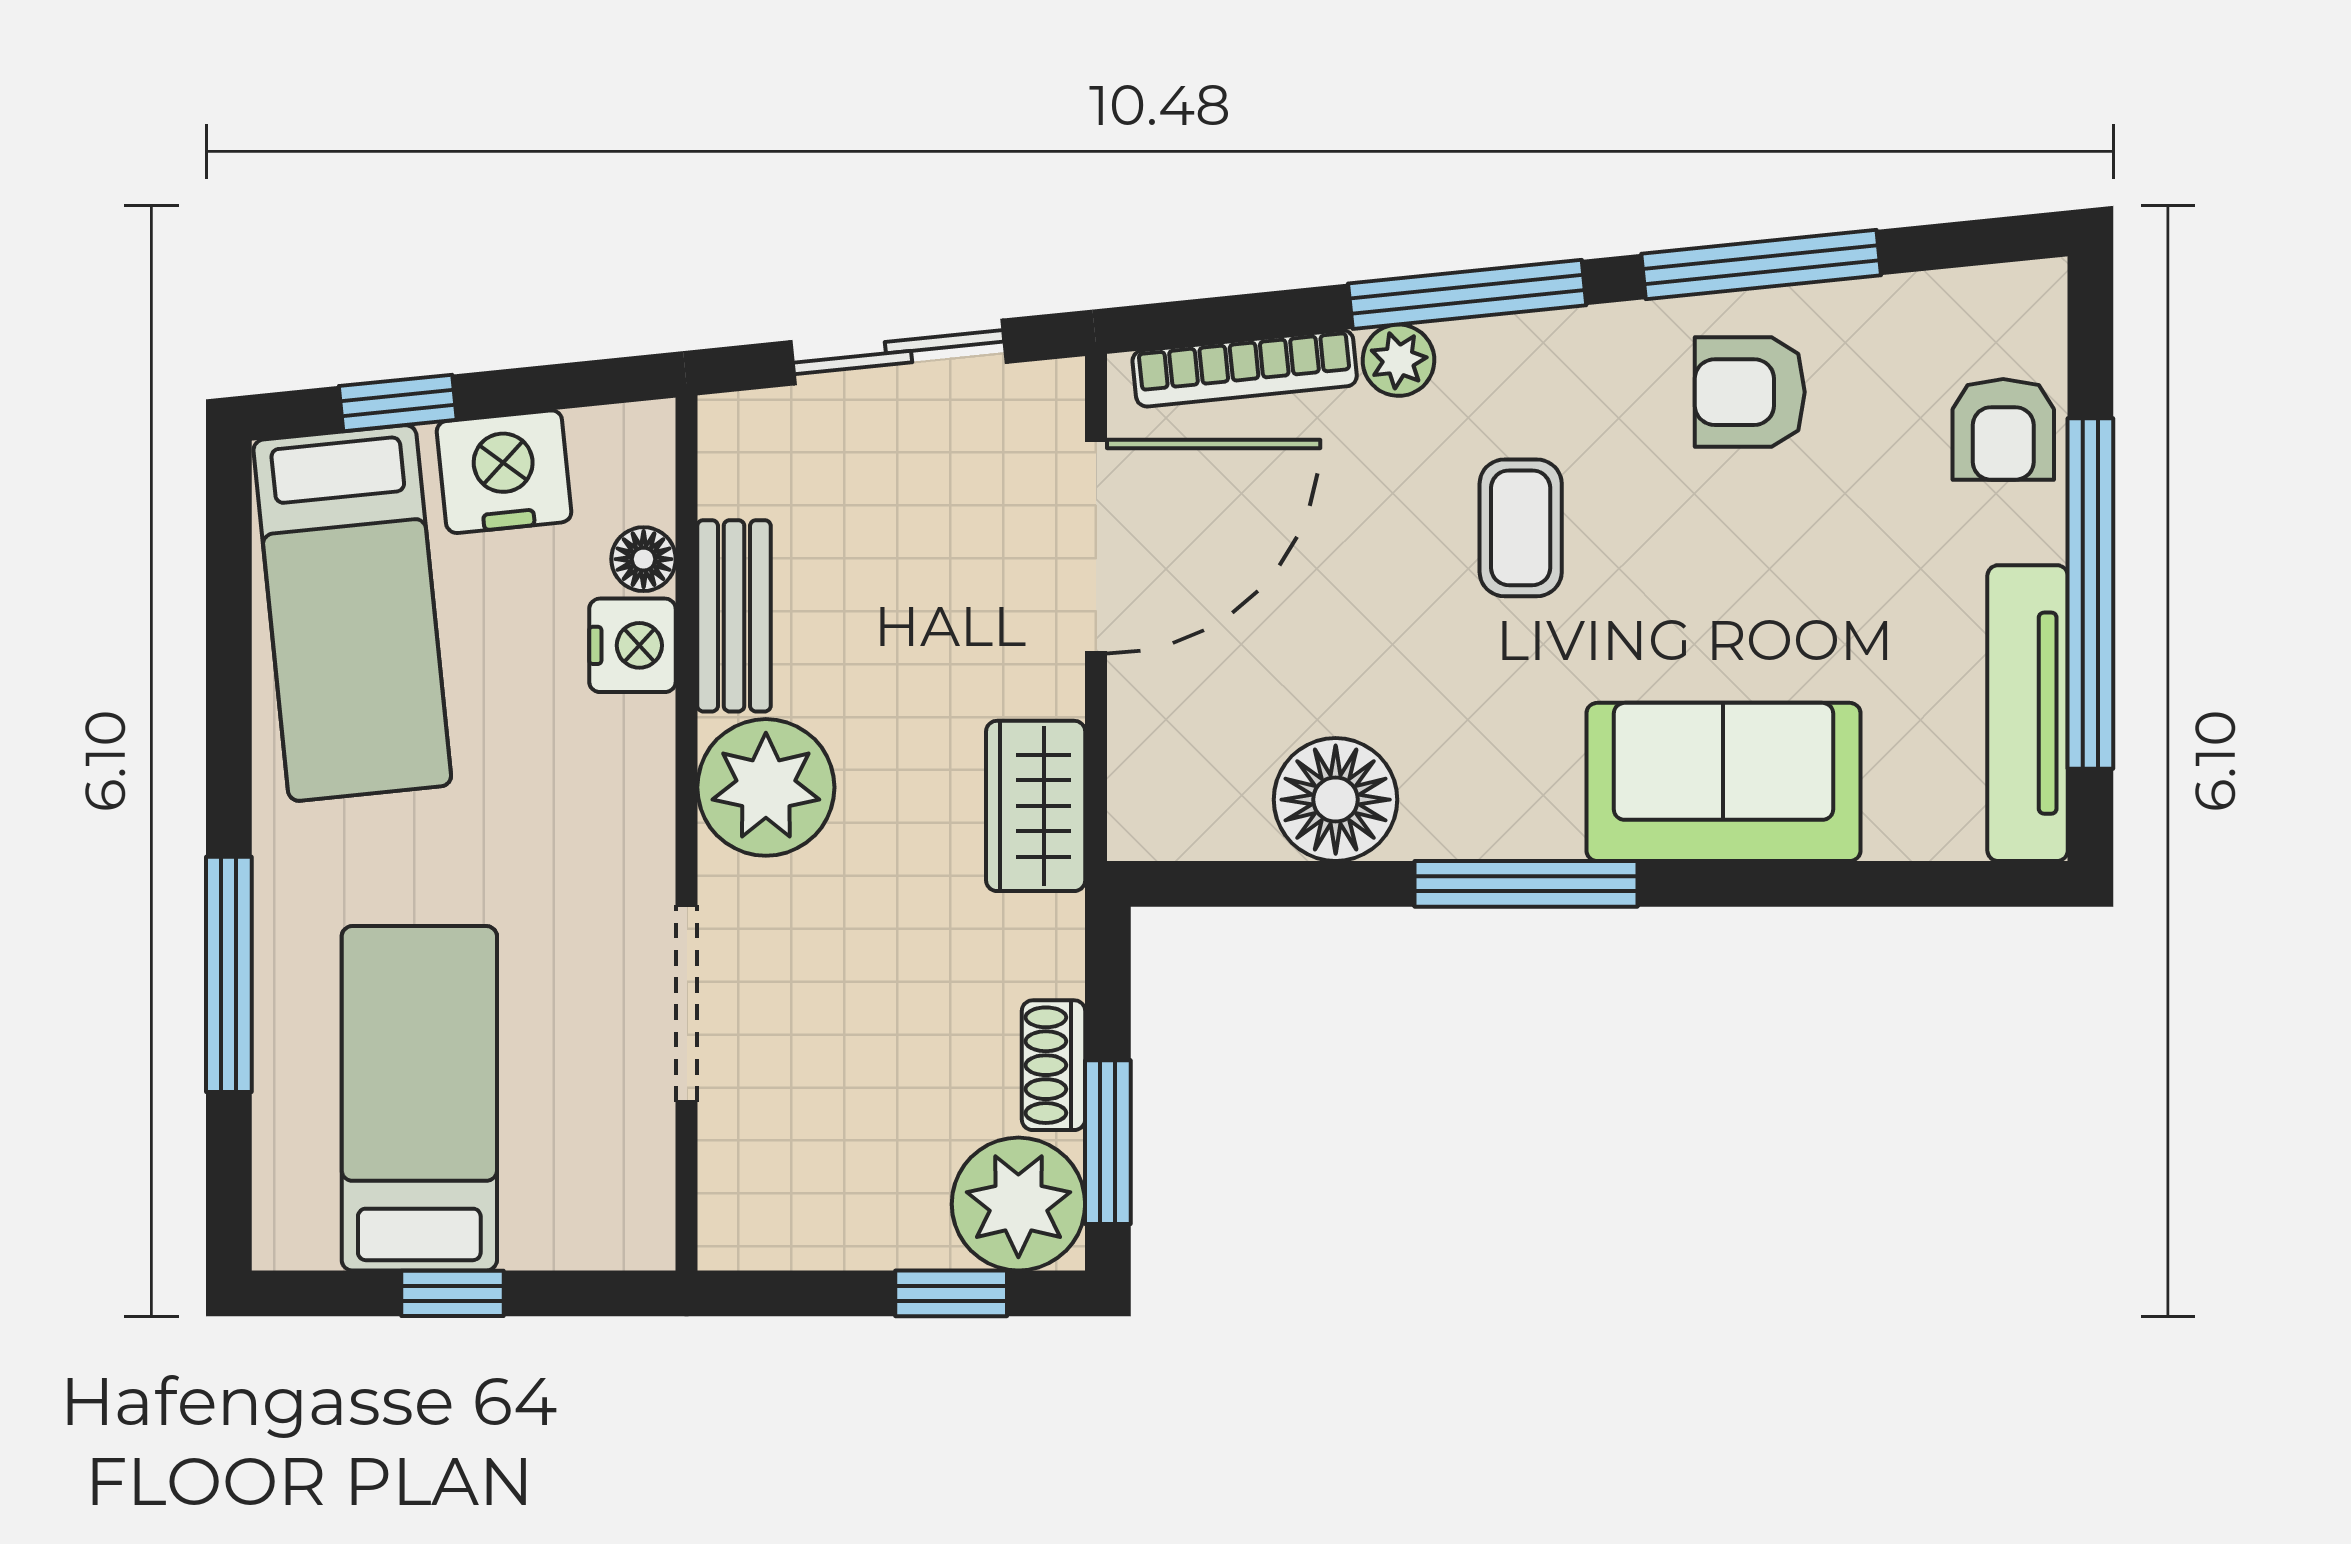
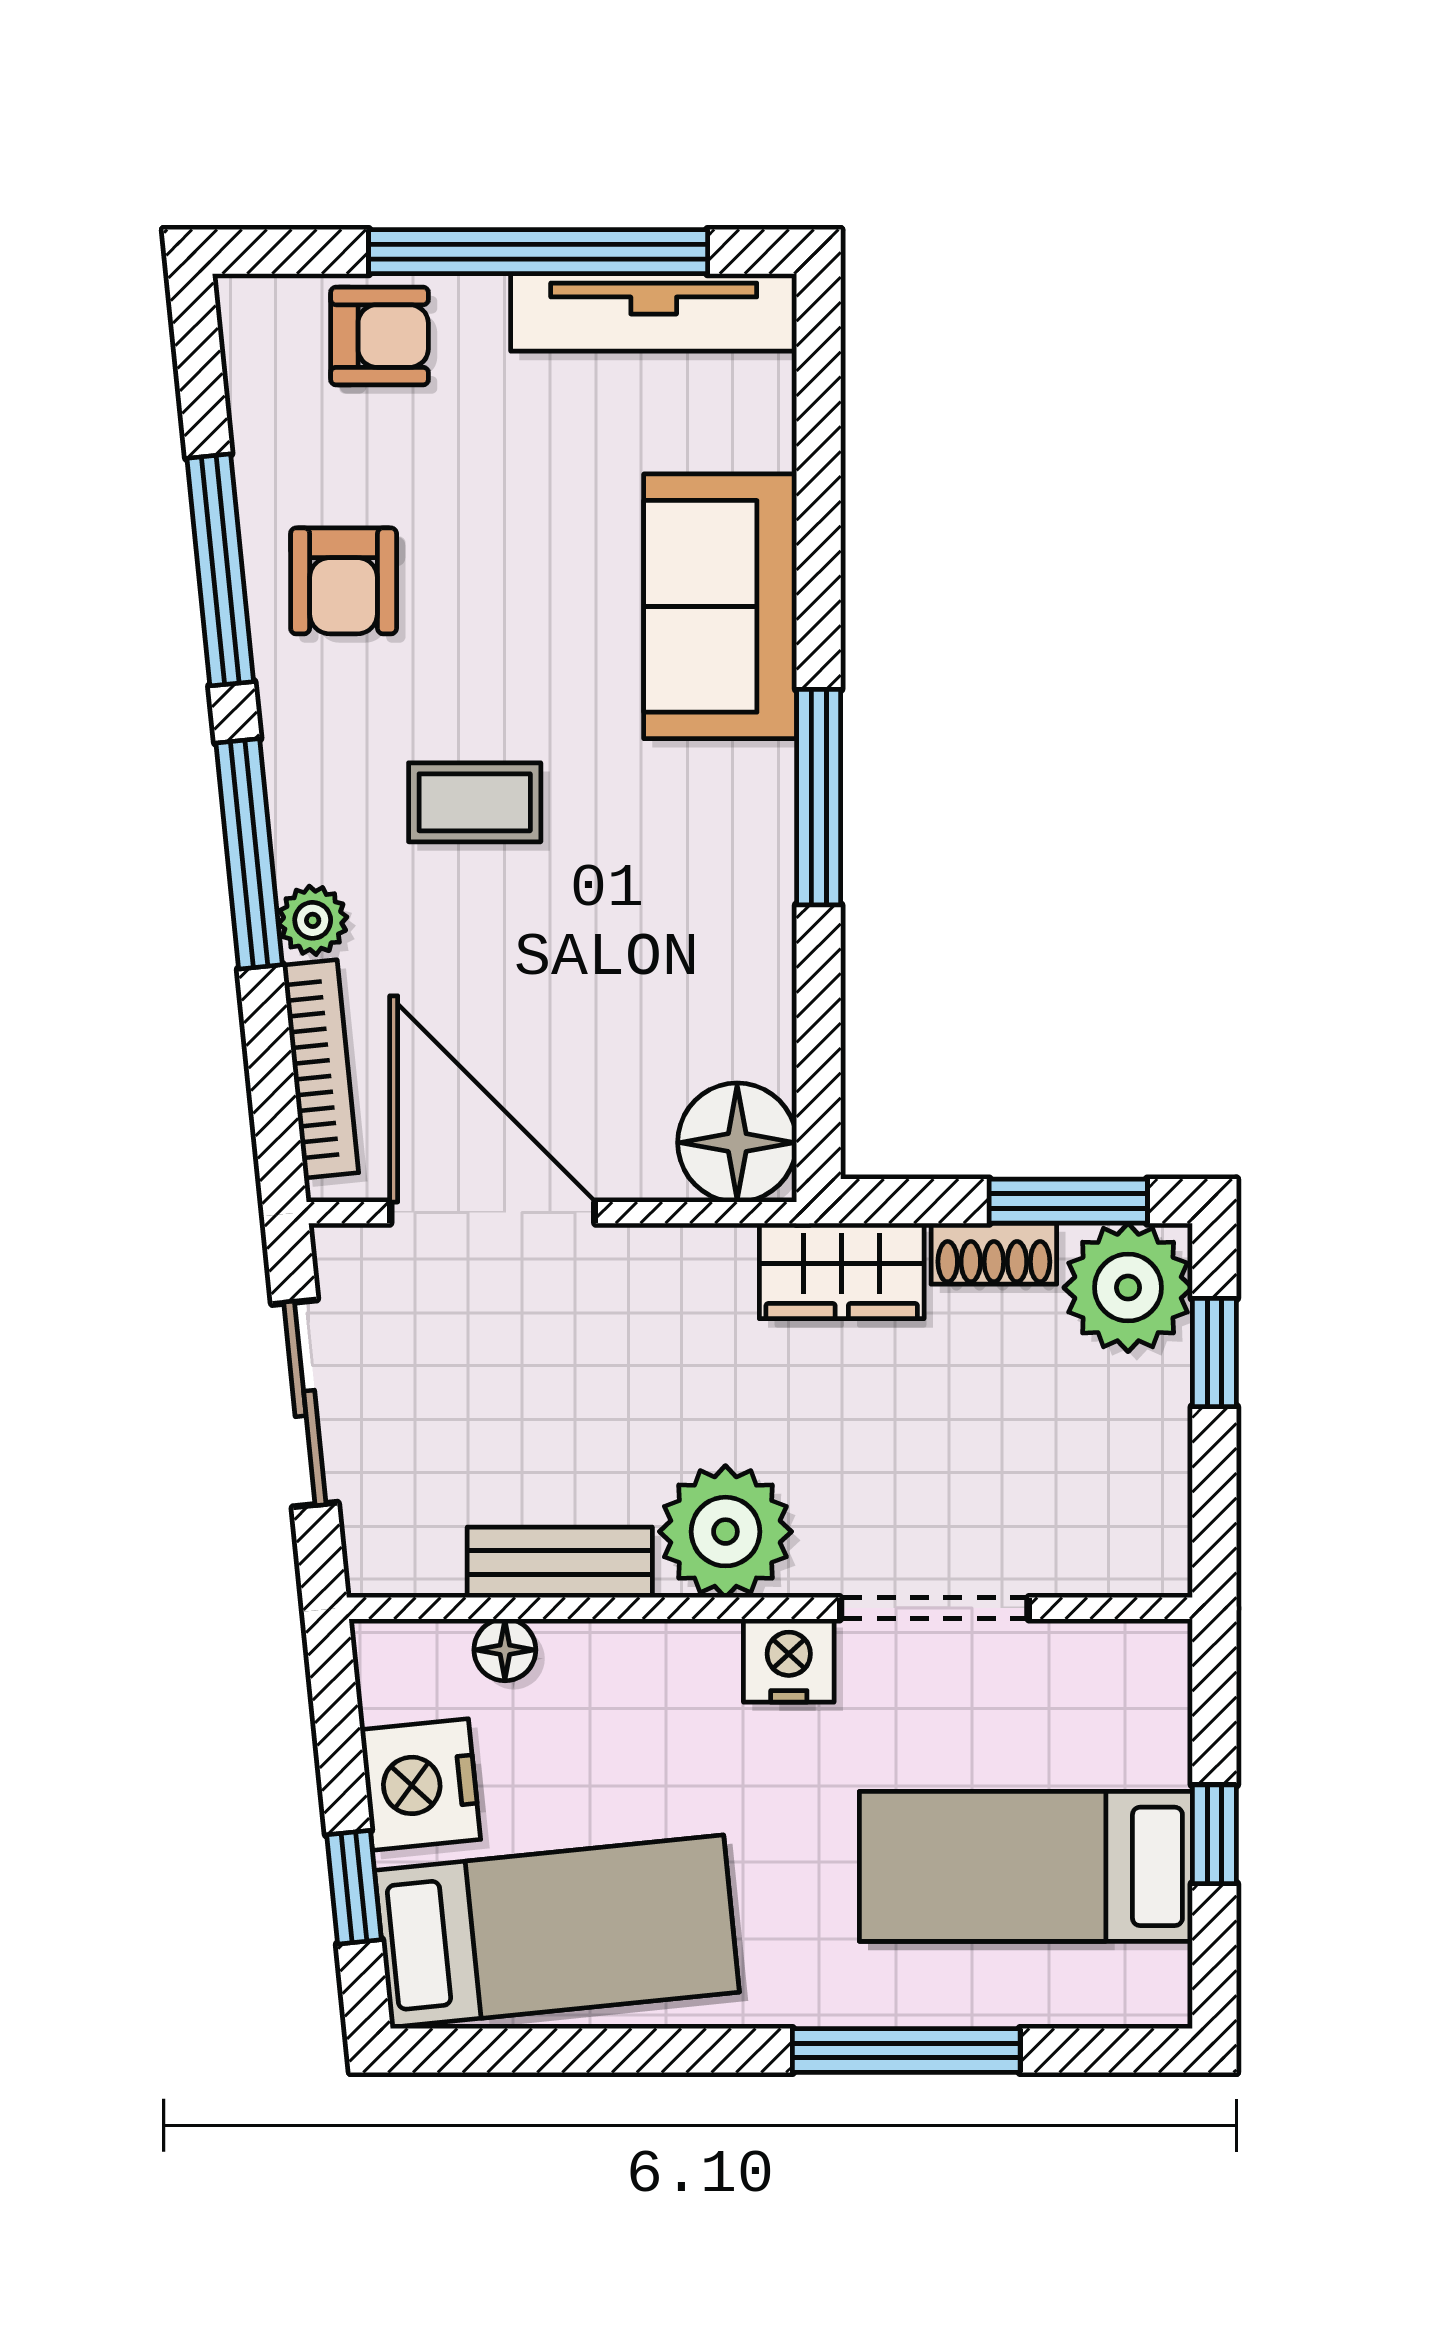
nightstand: (632, 645) -> (789, 1661), moved
floor lamp: (1336, 800) -> (737, 1143), moved
wardrobe: (1036, 806) -> (842, 1271), moved

